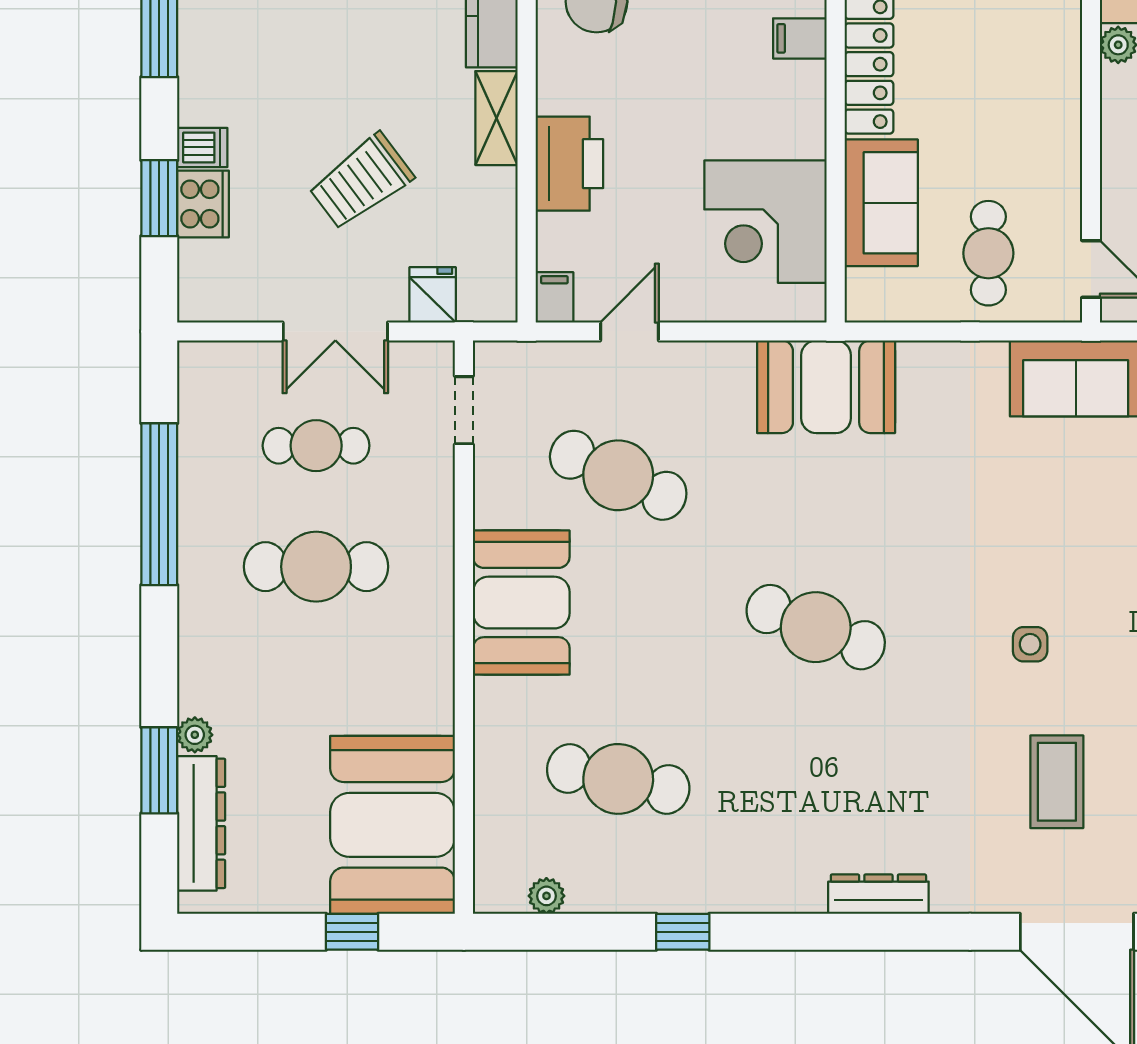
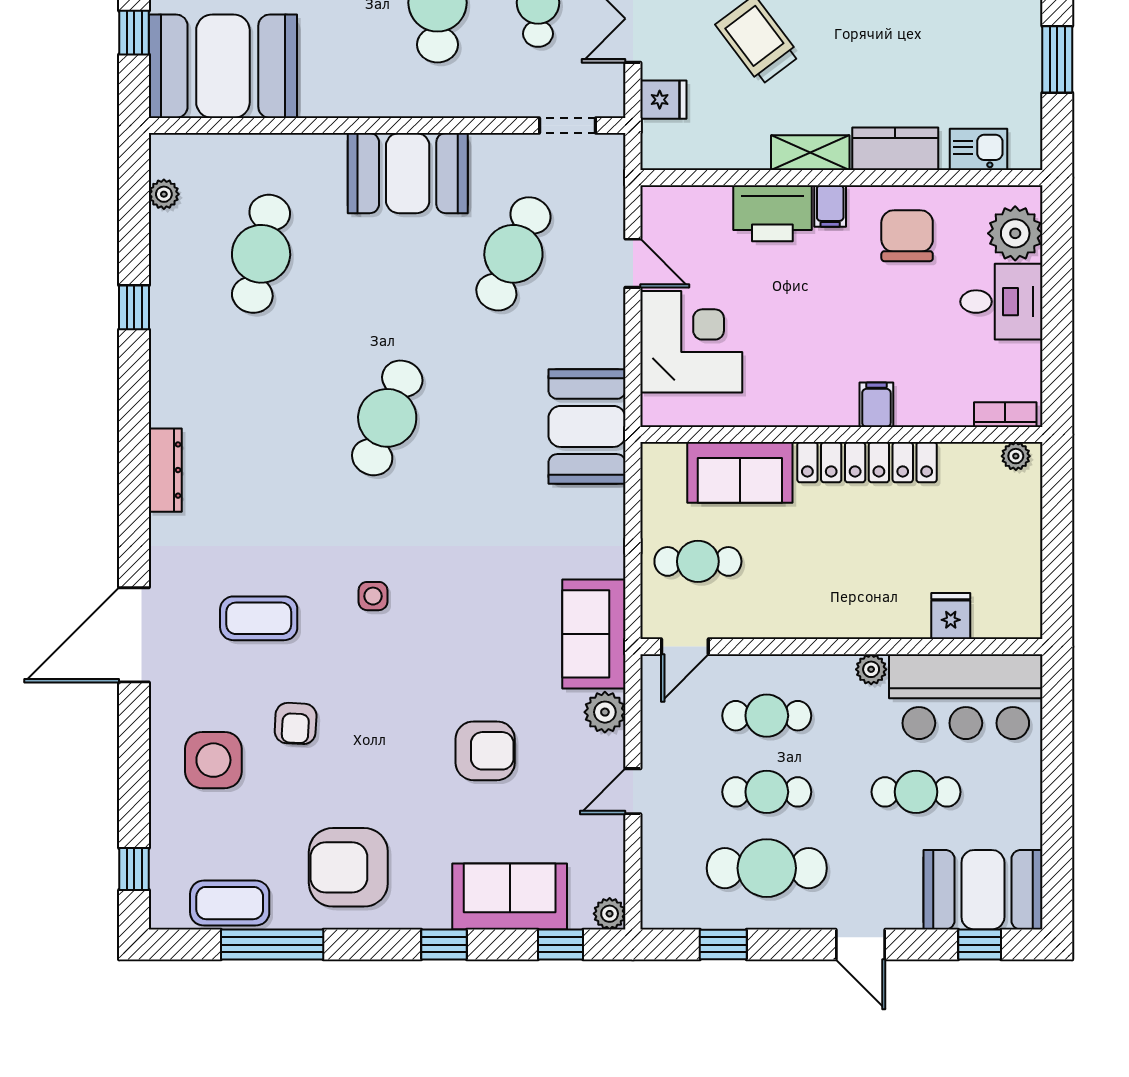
corner desk: (766, 222) -> (691, 342), moved, turned 90
filing cabinet: (554, 297) -> (830, 206), moved, turned 90

